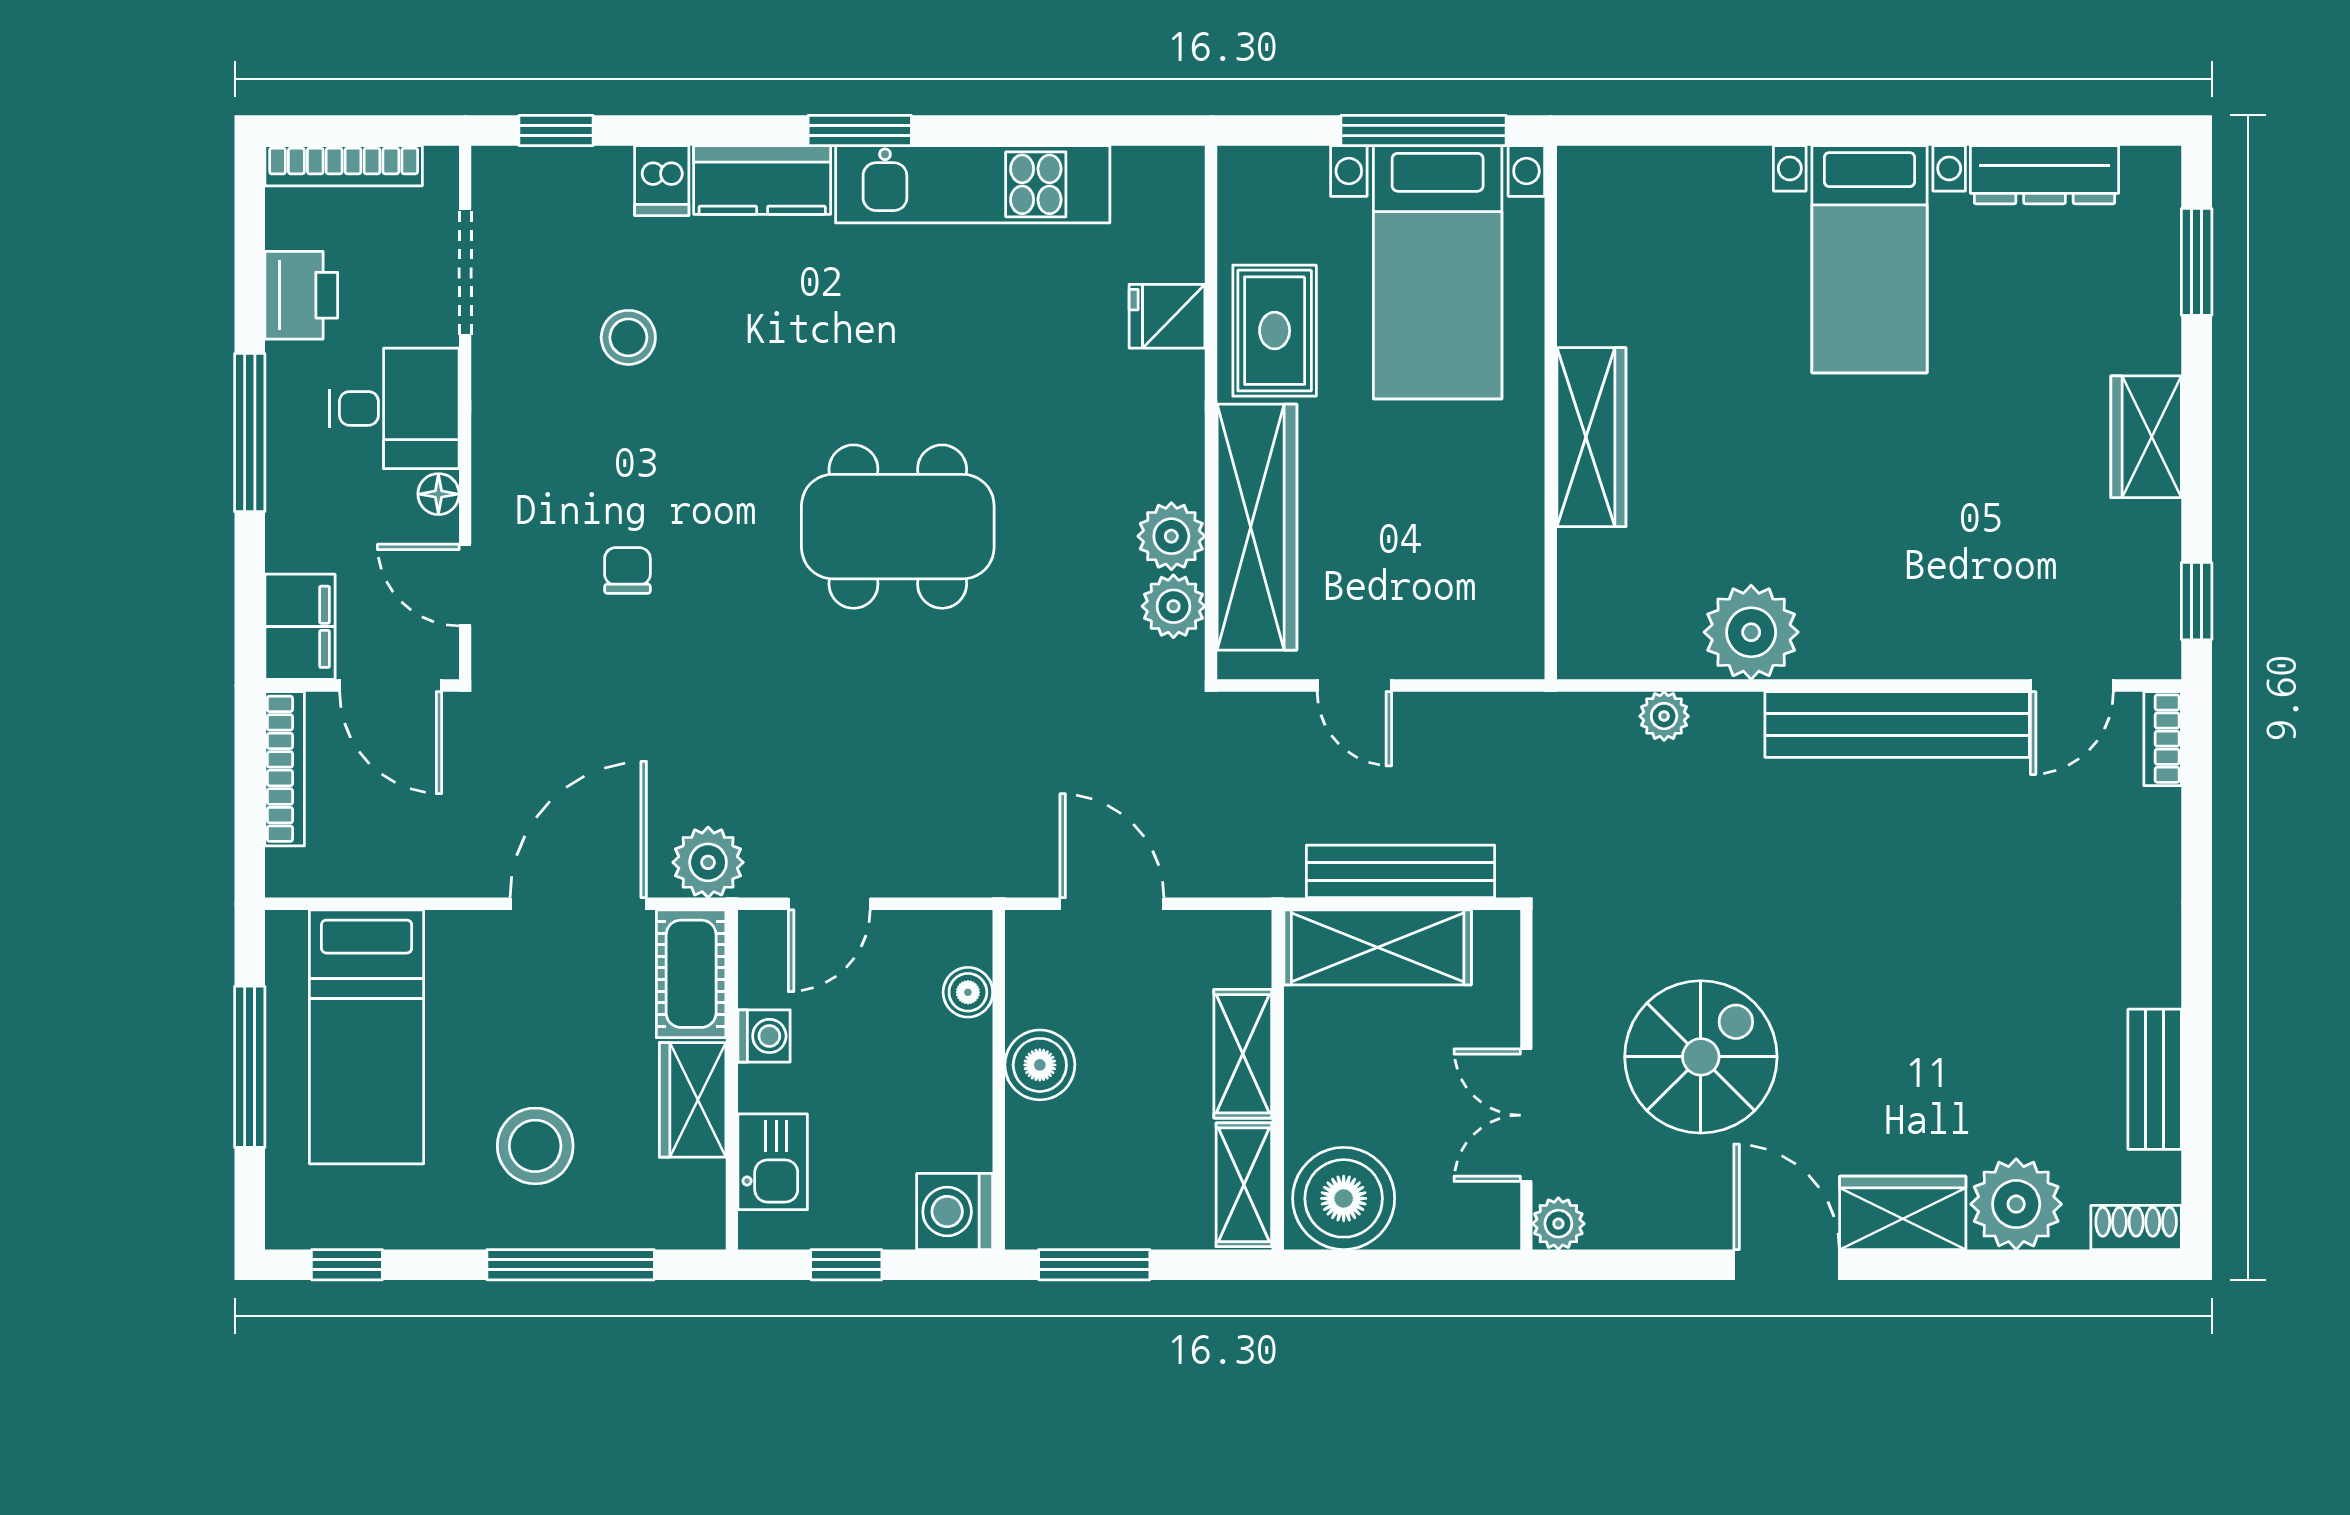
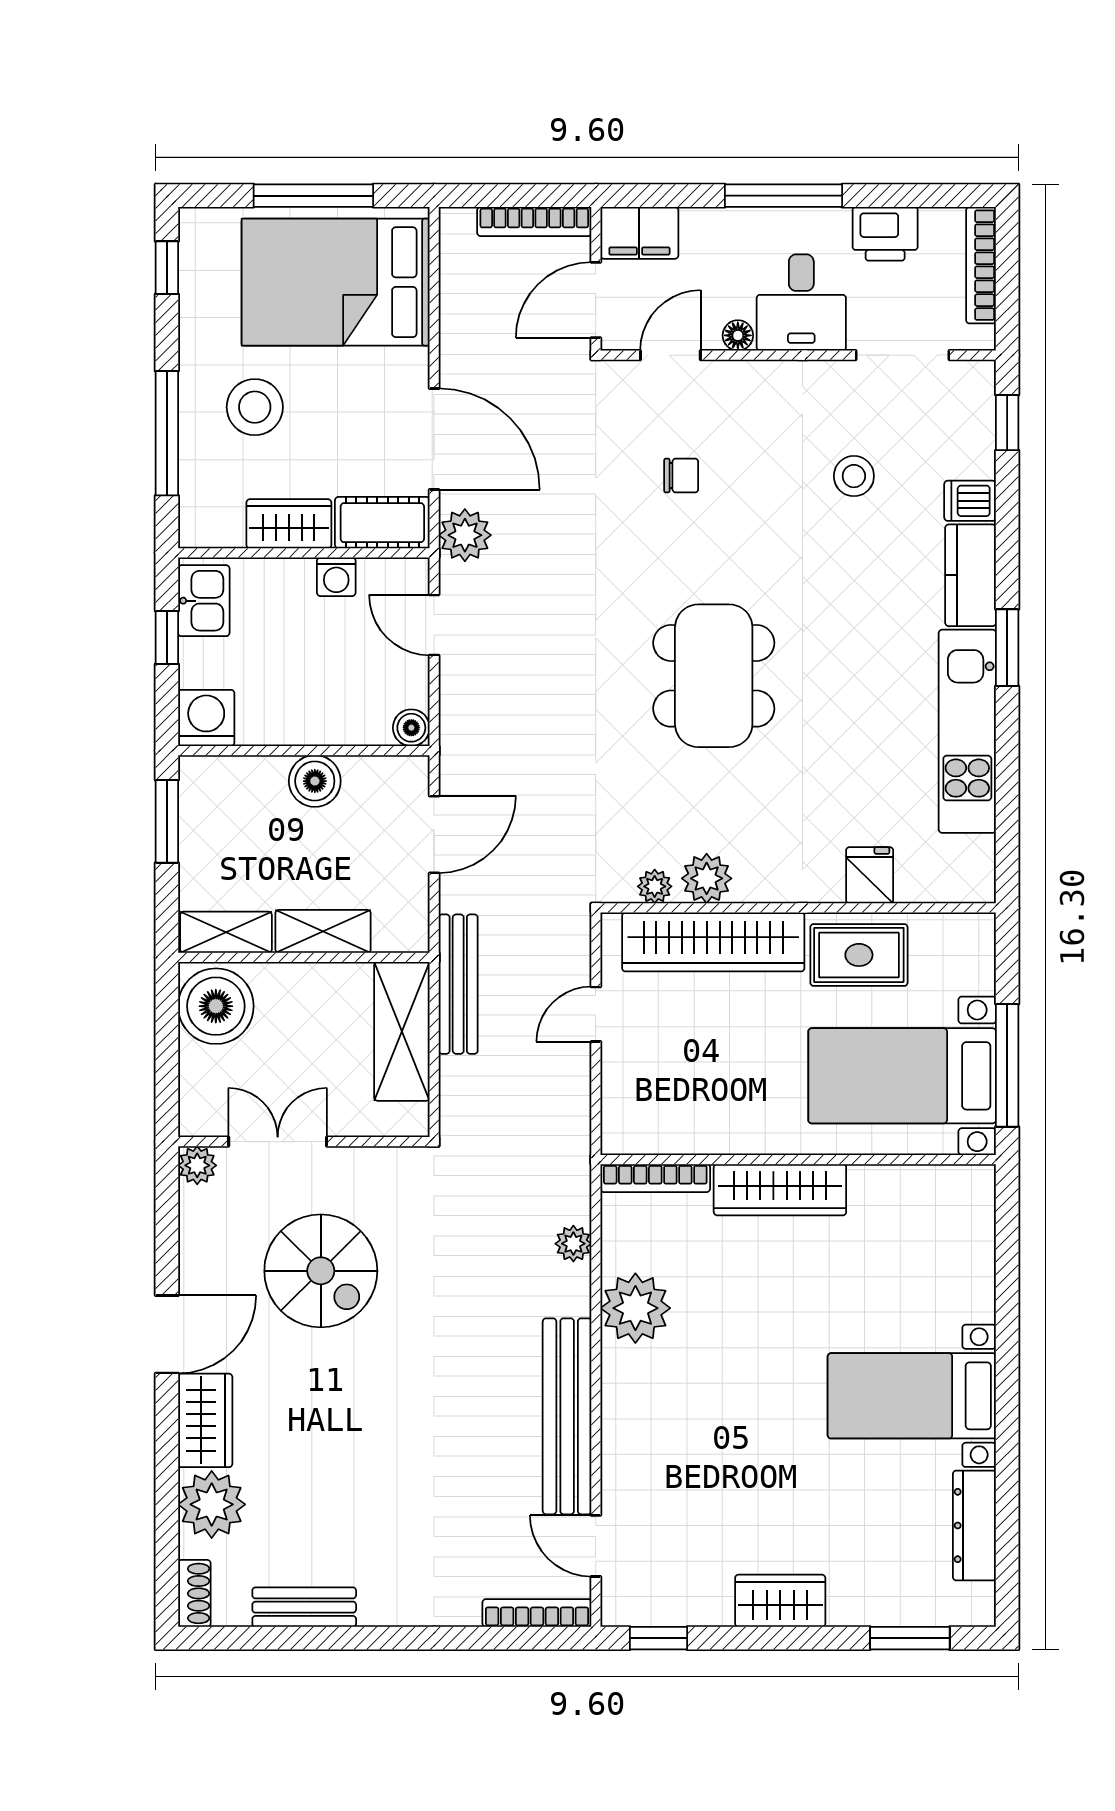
bookcase: (1576, 605) -> (655, 1178), added
plant: (1173, 606) -> (655, 886), width x0.73, depth x0.73
bookcase: (2163, 739) -> (537, 1613), width x1.56
bench: (1401, 871) -> (458, 984), moved
boiler: (968, 992) -> (411, 728), moved
bed: (367, 1037) -> (336, 282), width x1.50
kitchen sink: (773, 1162) -> (204, 601), moved, turned -90

